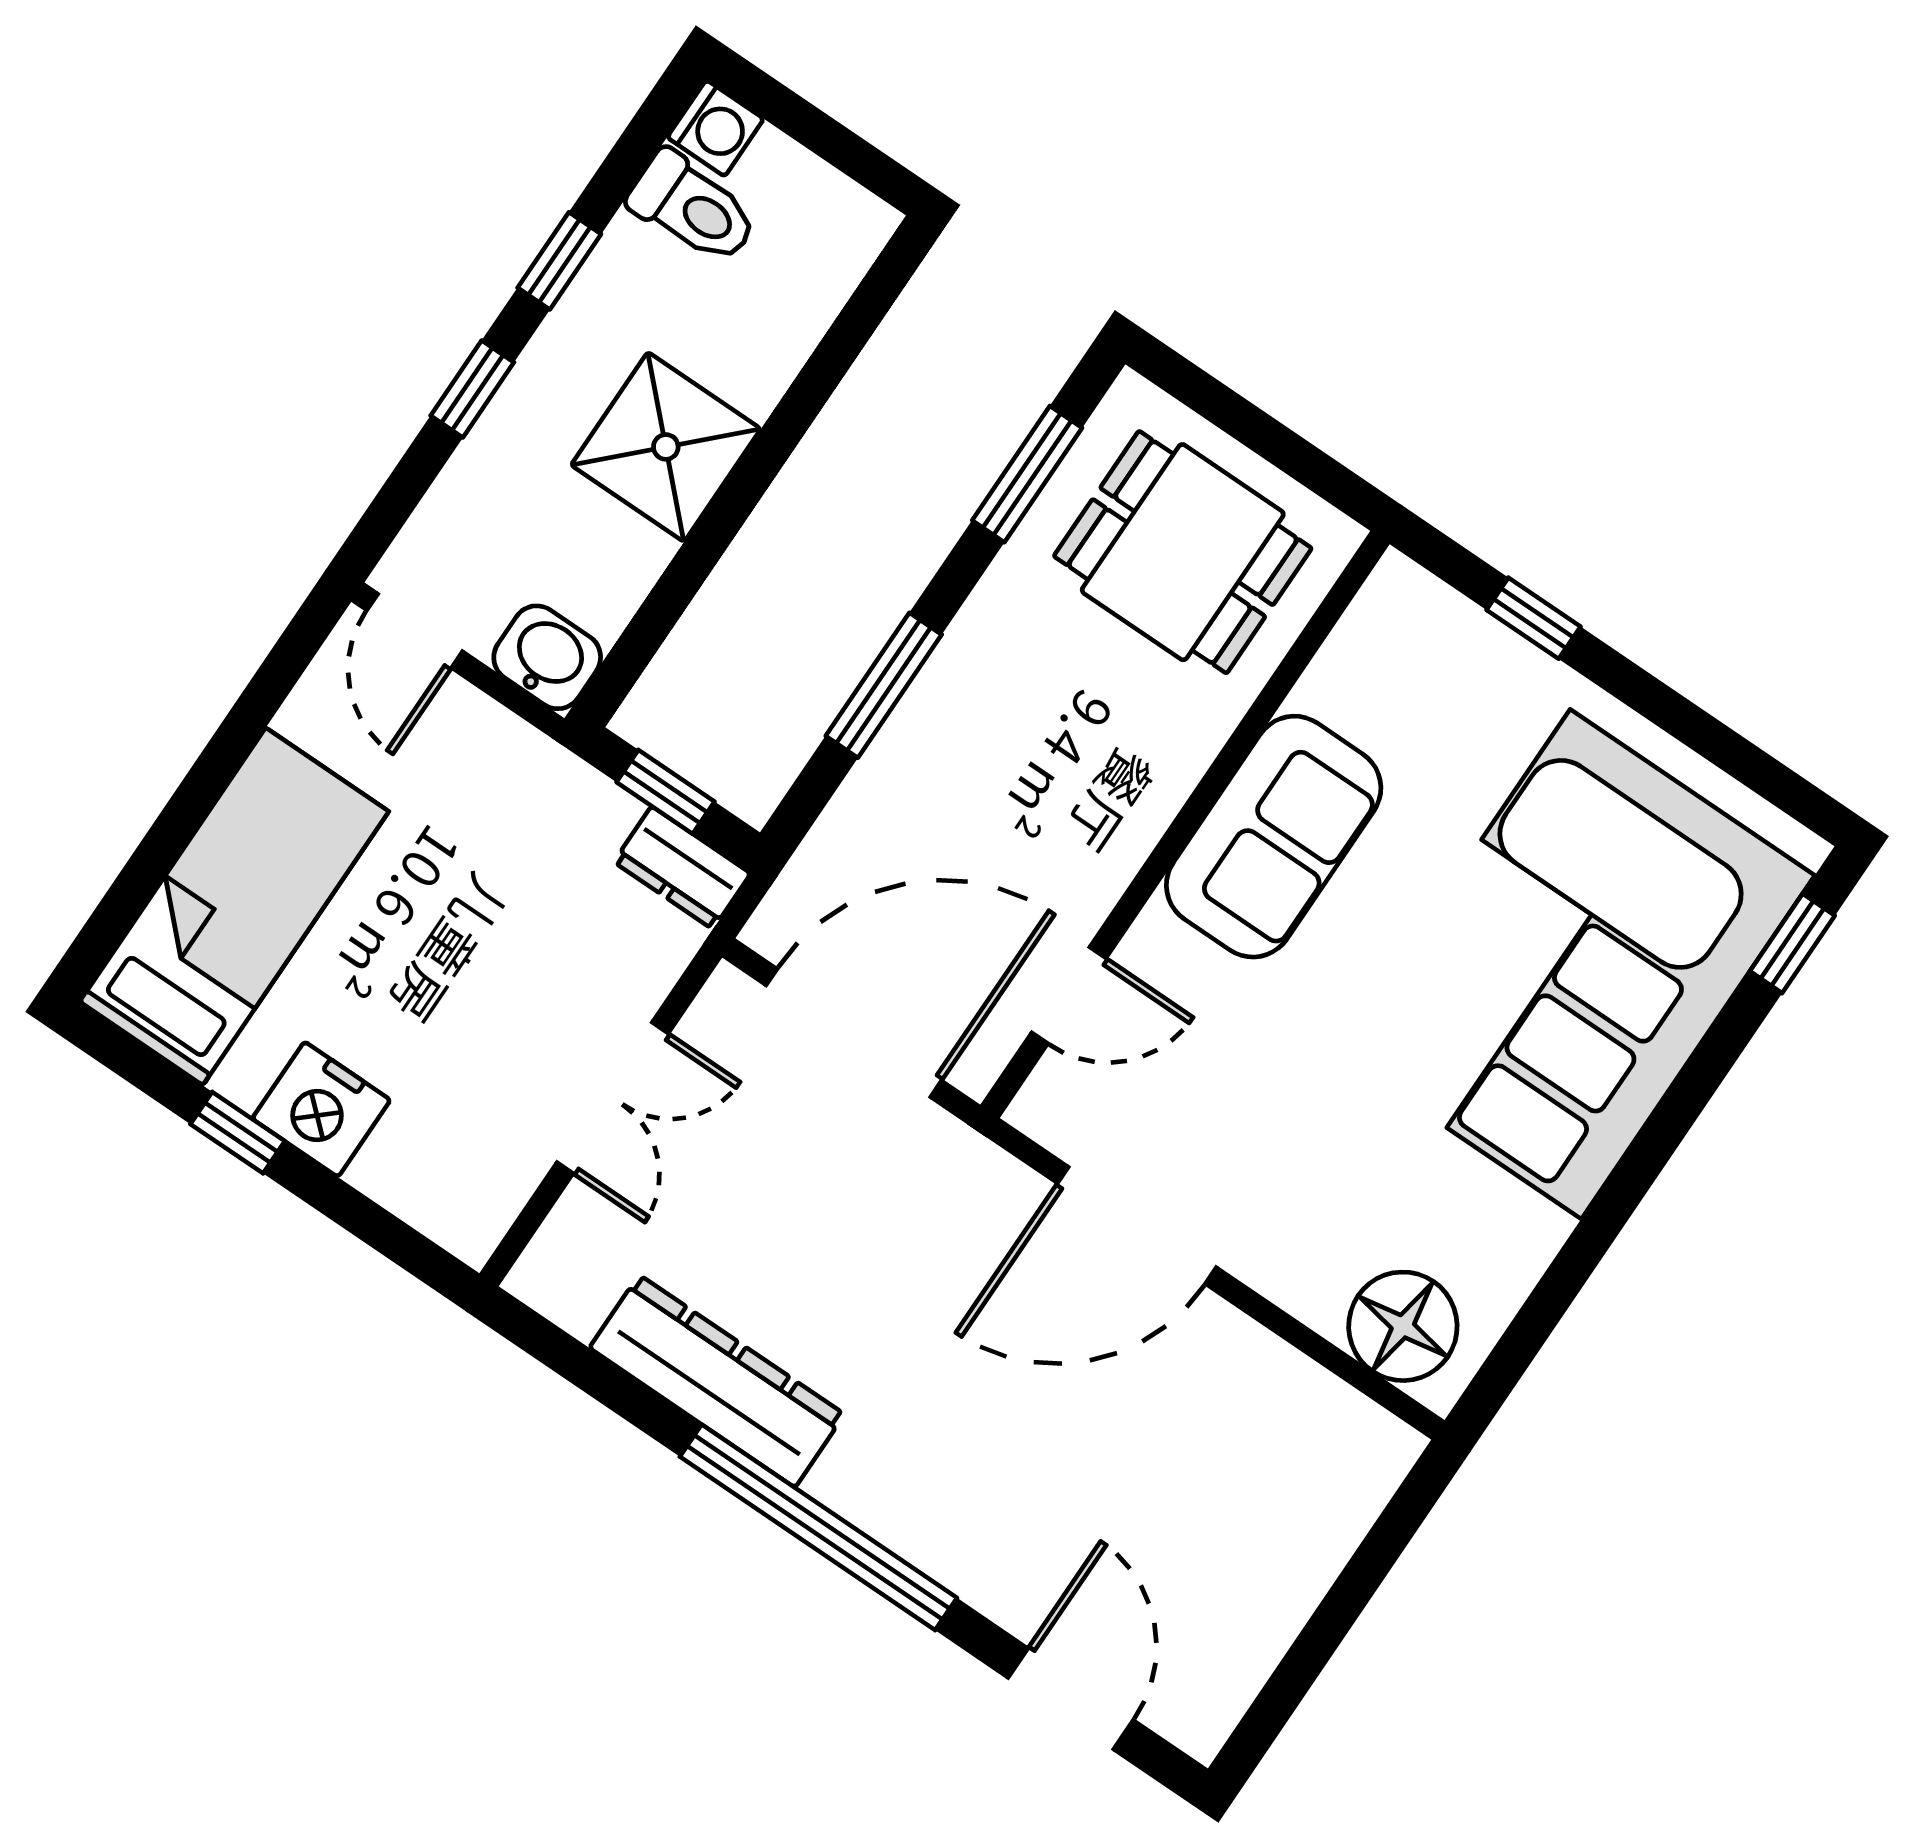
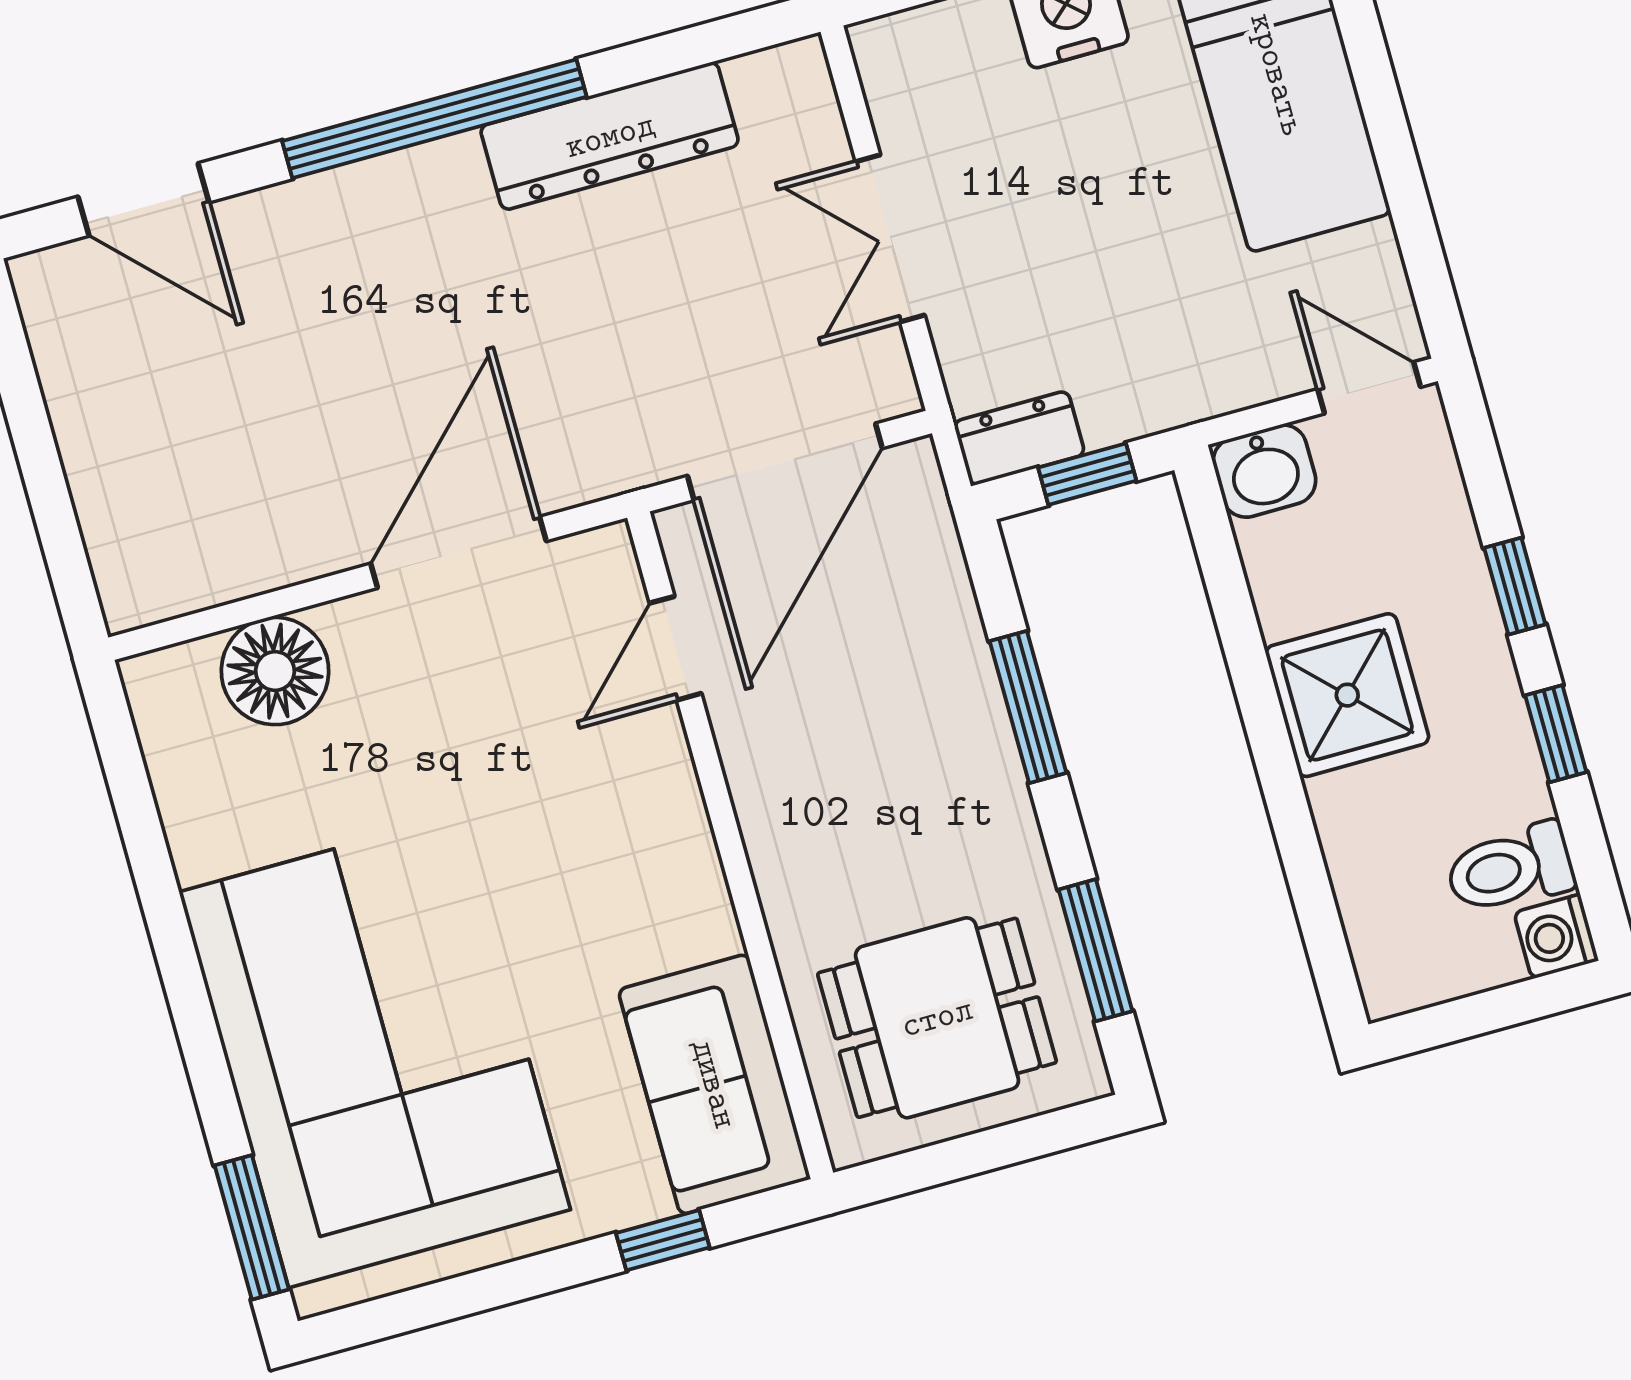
sofa: (1274, 837) -> (714, 1084), moved
window: (1792, 943) -> (252, 1227), width x1.50
floor lamp: (1403, 1326) -> (275, 671), moved

